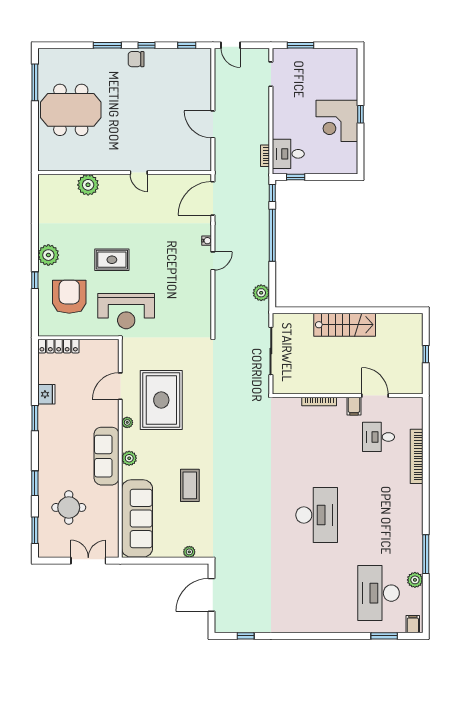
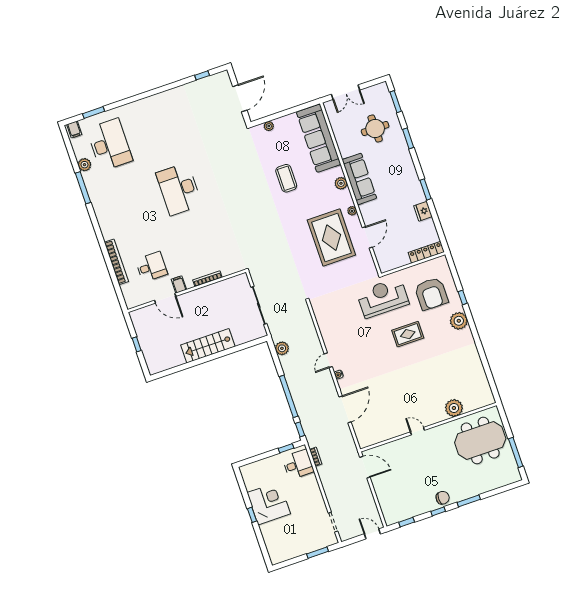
wall: (125, 173) -> (428, 427), moved
door: (139, 173) -> (417, 431), moved
plant: (88, 185) -> (454, 408), moved

